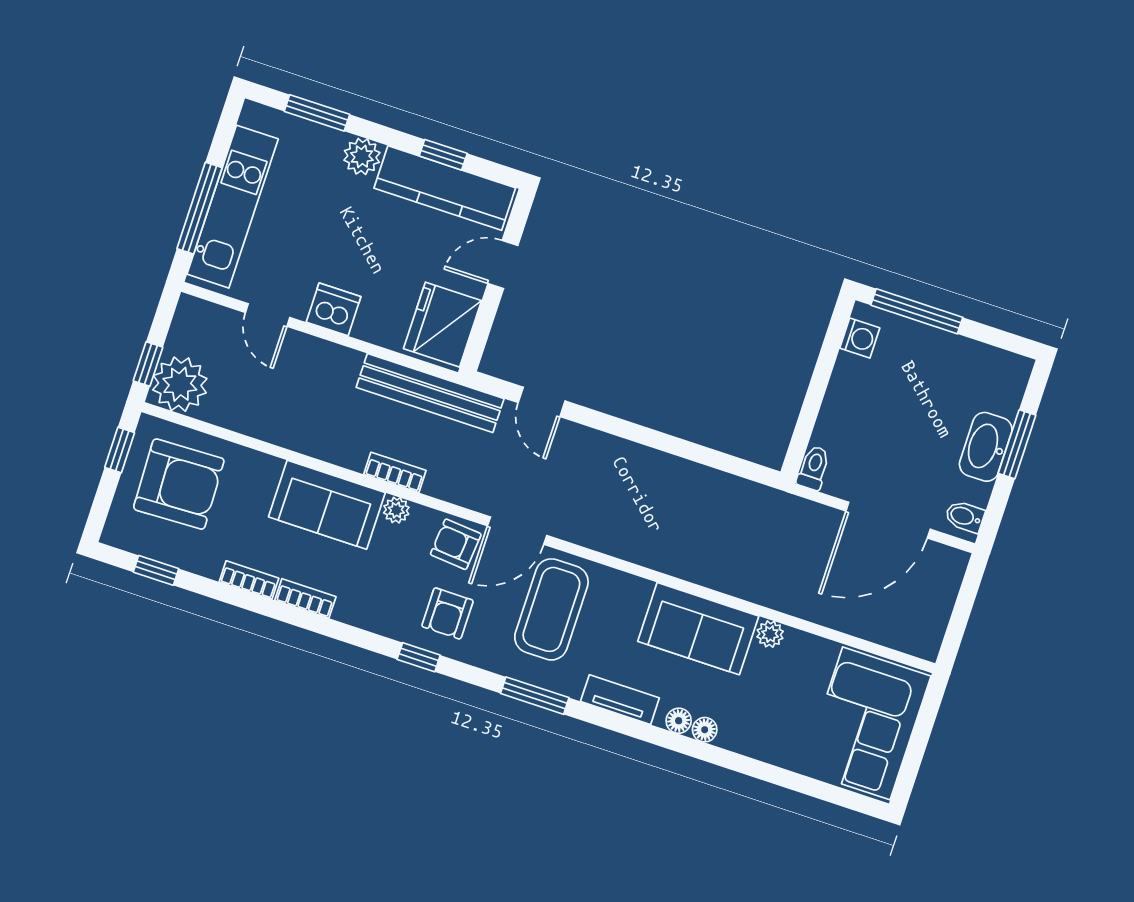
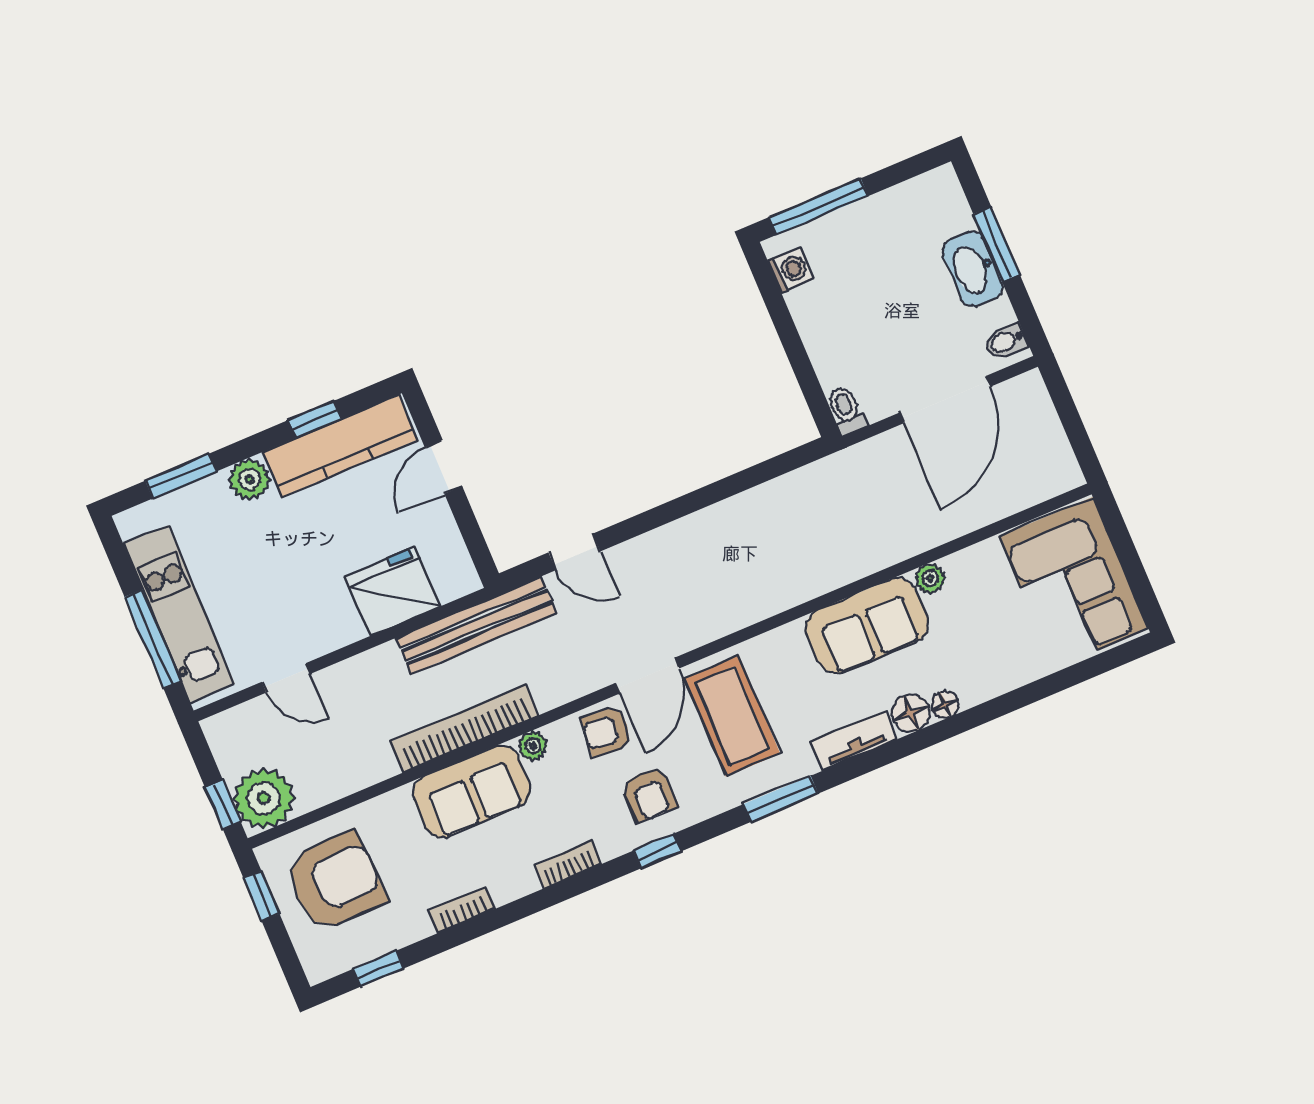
dishwasher: (334, 309) -> (336, 626), removed
fridge: (442, 325) -> (393, 591), moved, turned 90
bookcase: (395, 472) -> (464, 728), width x2.31, depth x1.31
bookcase: (305, 598) -> (568, 865), moved
floor lamp: (679, 721) -> (911, 713), width x1.37, depth x1.37

